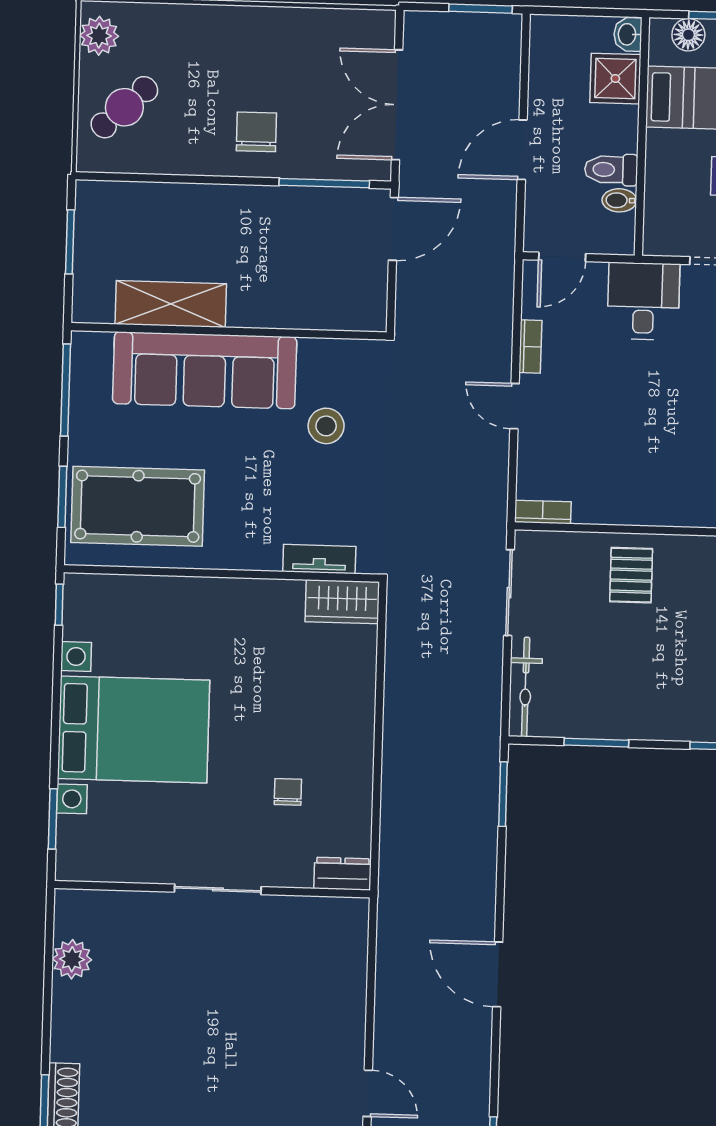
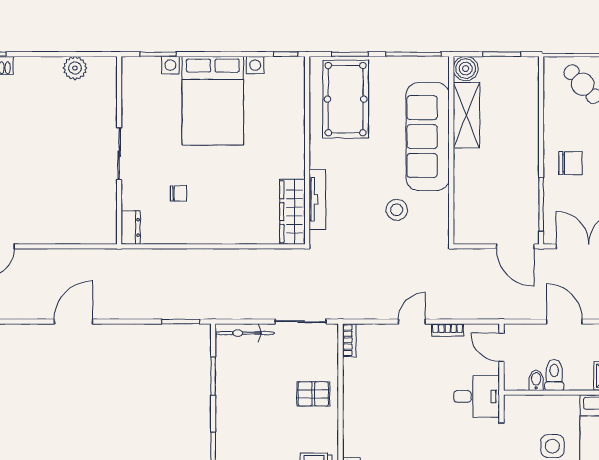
boiler: (92, 303) -> (466, 69), added
tv unit: (319, 559) -> (317, 199), width x1.41
wardrobe: (342, 602) -> (292, 212), width x1.50

